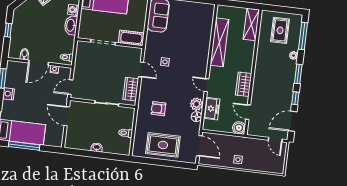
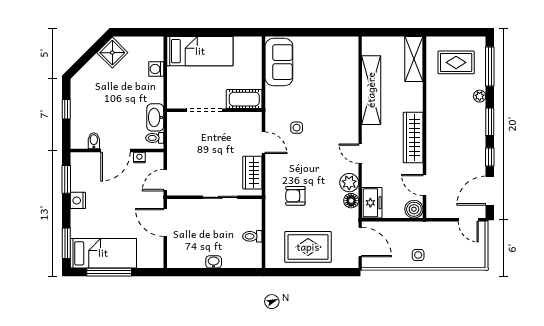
washbasin: (71, 25) -> (155, 117), moved
rug: (280, 30) -> (456, 62), turned 90
wardrobe: (244, 84) -> (413, 138), width x1.50
freezer: (212, 109) -> (372, 203), moved

